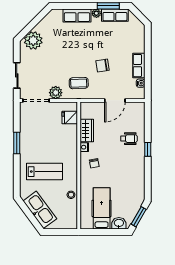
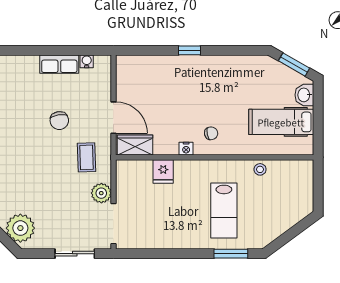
door: (115, 100) -> (113, 118), moved
fridge: (70, 118) -> (163, 171), moved
wardrobe: (87, 130) -> (135, 145), moved
wheelchair: (129, 139) -> (173, 79), removed
window: (17, 143) -> (231, 254), moved
lab bench: (45, 172) -> (224, 210), turned 180
kitchen sink: (40, 210) -> (283, 218), removed

